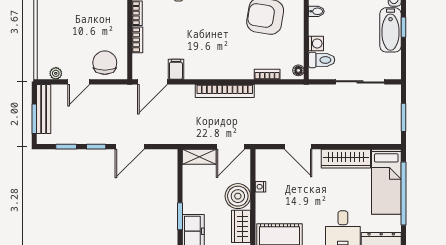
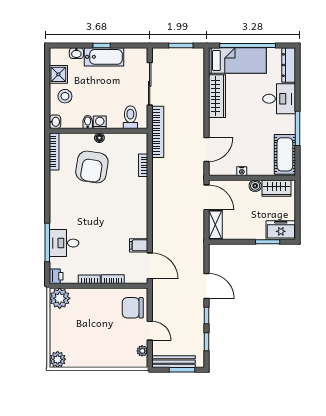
washing machine: (316, 43) -> (100, 122), moved
floor lamp: (298, 70) -> (99, 138), moved
bookcase: (225, 91) -> (158, 132), moved
door: (298, 147) -> (207, 149), moved
boiler: (238, 196) -> (255, 186), width x0.54, depth x0.54

